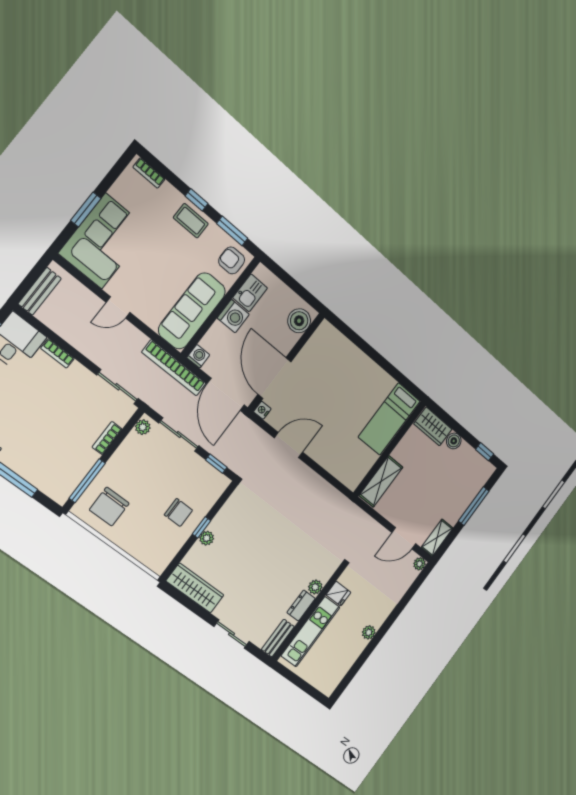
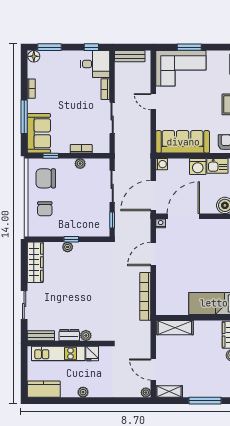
bookcase: (174, 368) -> (145, 296), moved
sliding door: (118, 387) -> (112, 118), moved
plant: (143, 427) -> (80, 164), moved
door: (289, 445) -> (153, 254), swing flipped
sofa: (49, 475) -> (39, 133), added
window: (87, 481) -> (51, 156), width x0.46
chair: (178, 512) -> (45, 209), moved
kitchen counter: (334, 674) -> (44, 389), added

